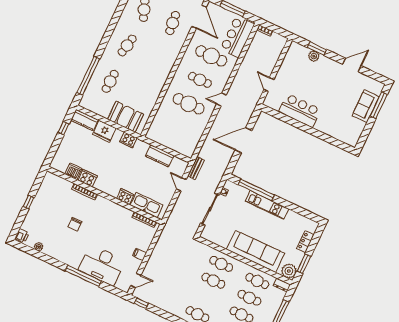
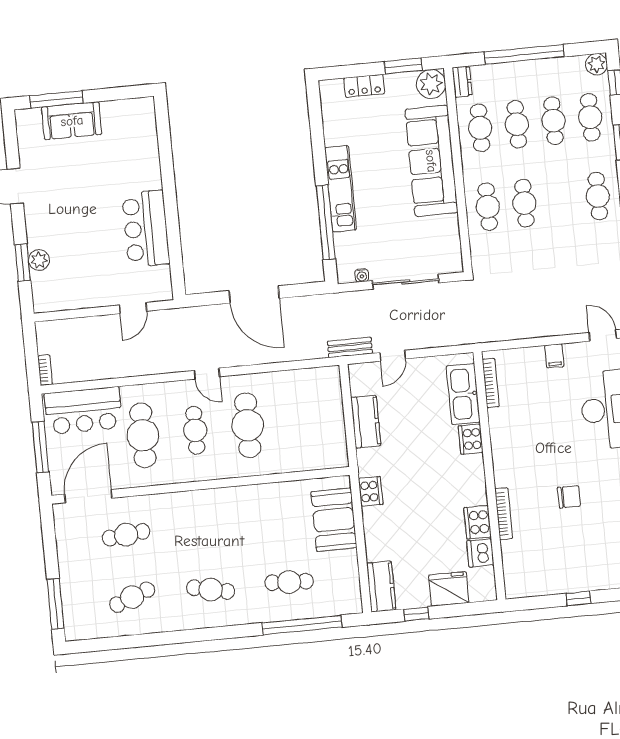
fridge: (104, 131) -> (449, 589), moved, turned -90

